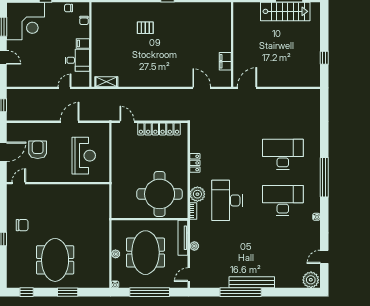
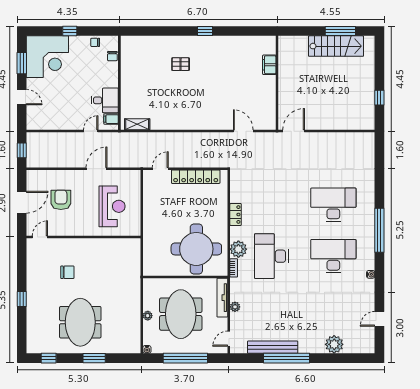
filing cabinet: (83, 43) -> (111, 119), moved
filing cabinet: (225, 61) -> (269, 65), moved
door: (127, 122) -> (160, 169), hinge flipped
chair: (22, 225) -> (67, 272), moved
plant: (311, 280) -> (334, 344), moved
bench: (252, 282) -> (273, 347), moved

